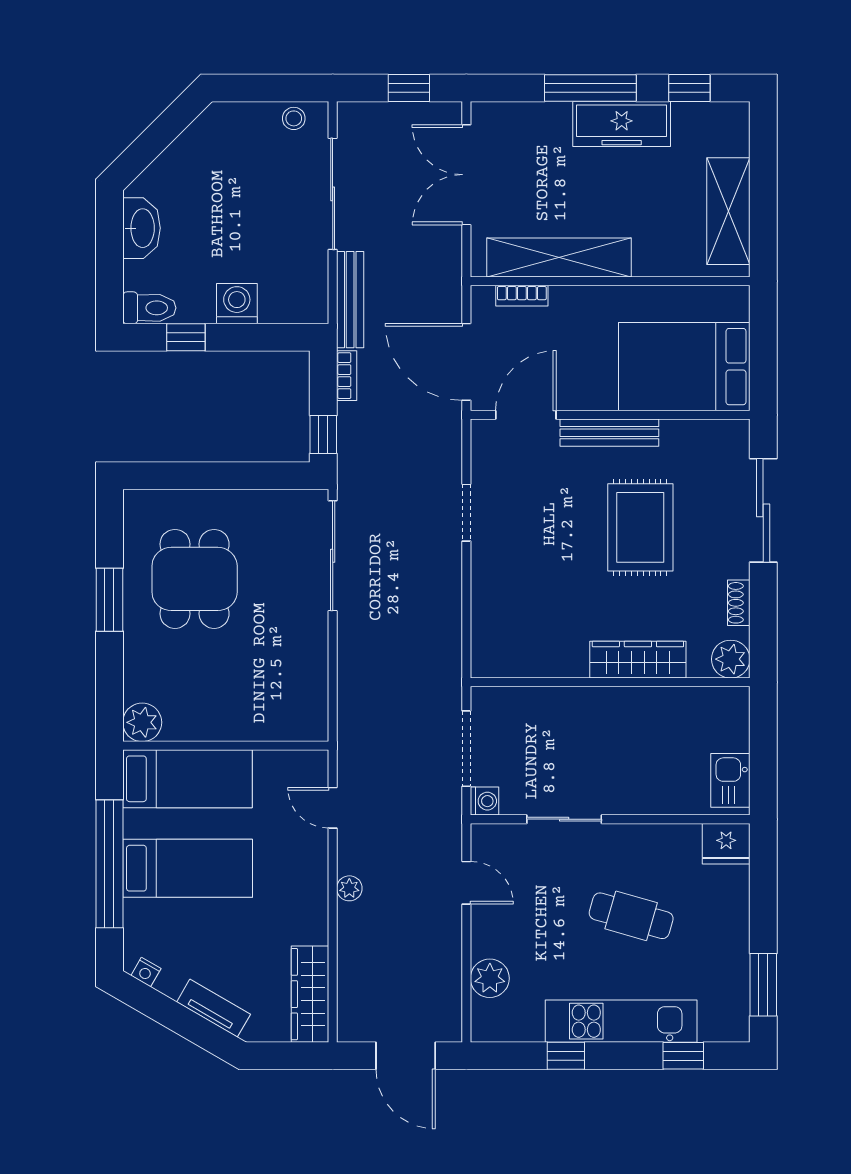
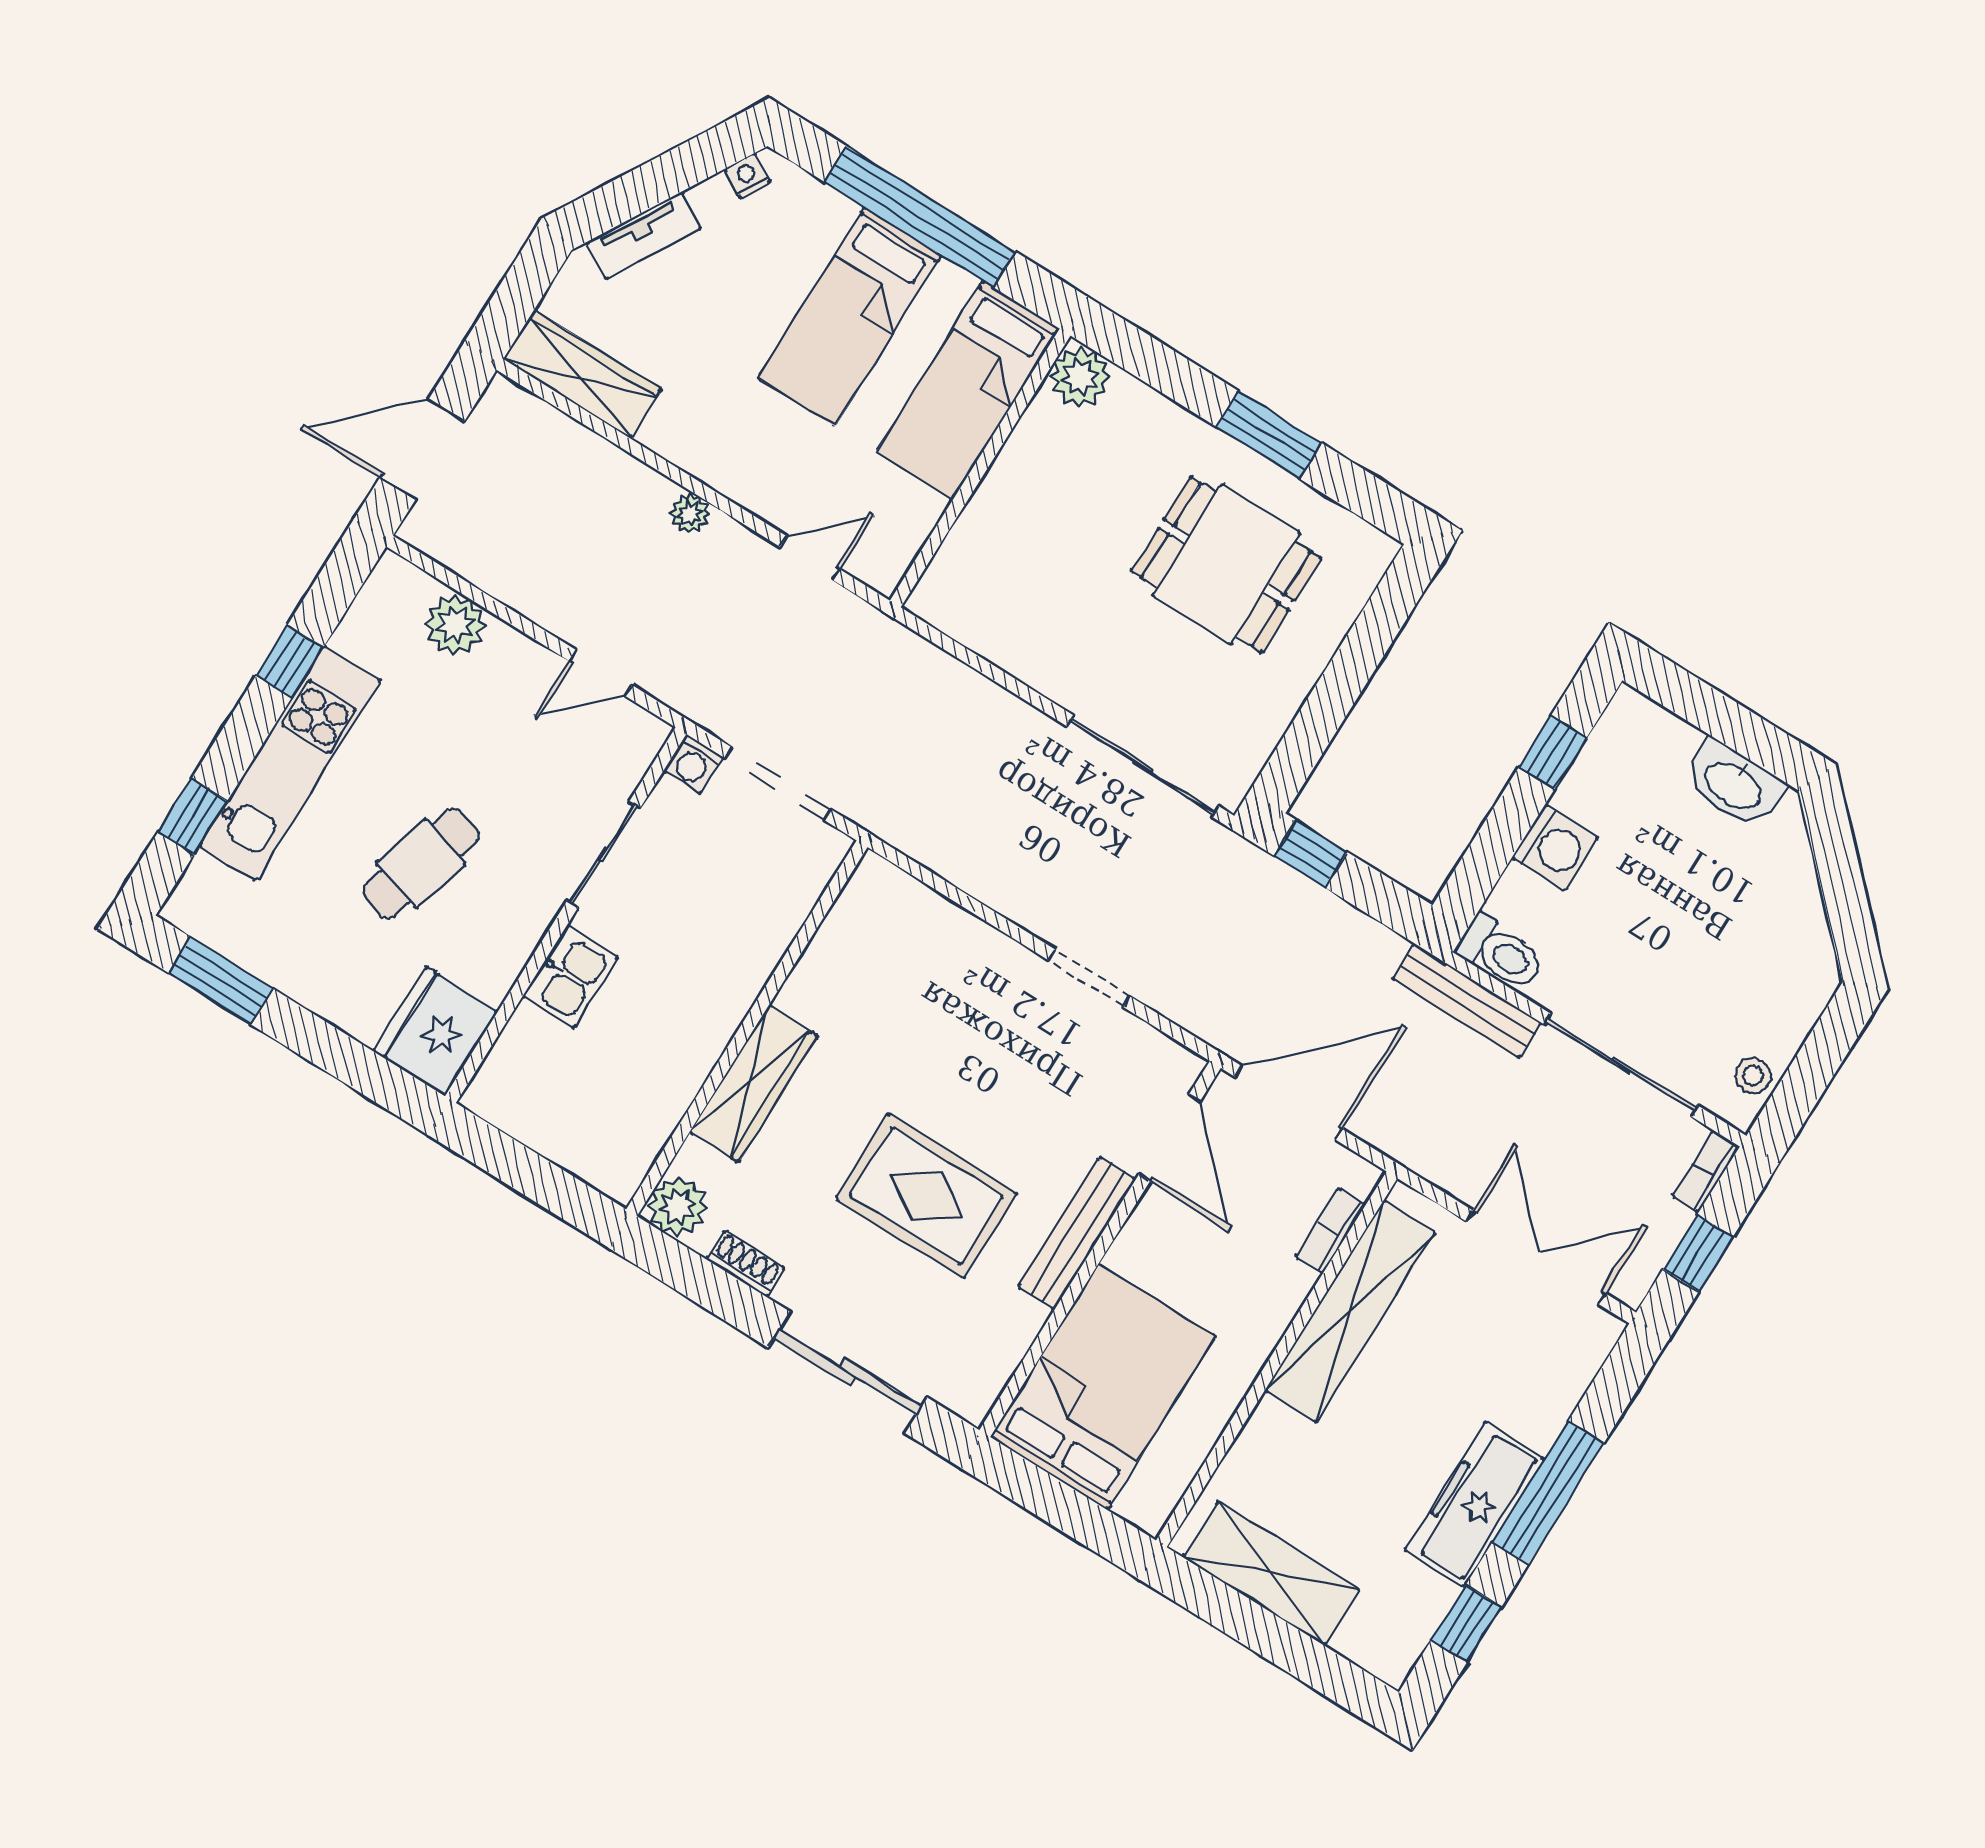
toilet: (149, 308) -> (1501, 953), moved, turned -90
bookcase: (347, 376) -> (1706, 1171), moved, turned 90
kitchen sink: (730, 780) -> (571, 977), moved, turned 90
fridge: (726, 844) -> (436, 1031), width x1.36, depth x1.34

